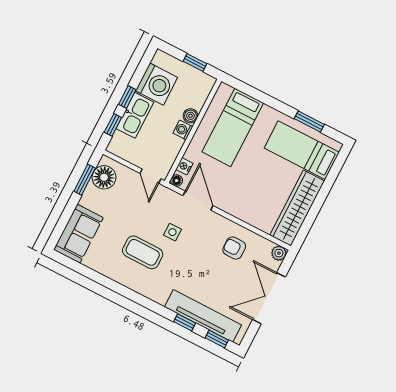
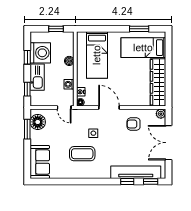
window: (127, 97) -> (27, 57), moved
washing machine: (183, 130) -> (69, 84), moved
door: (198, 201) -> (109, 107), moved

